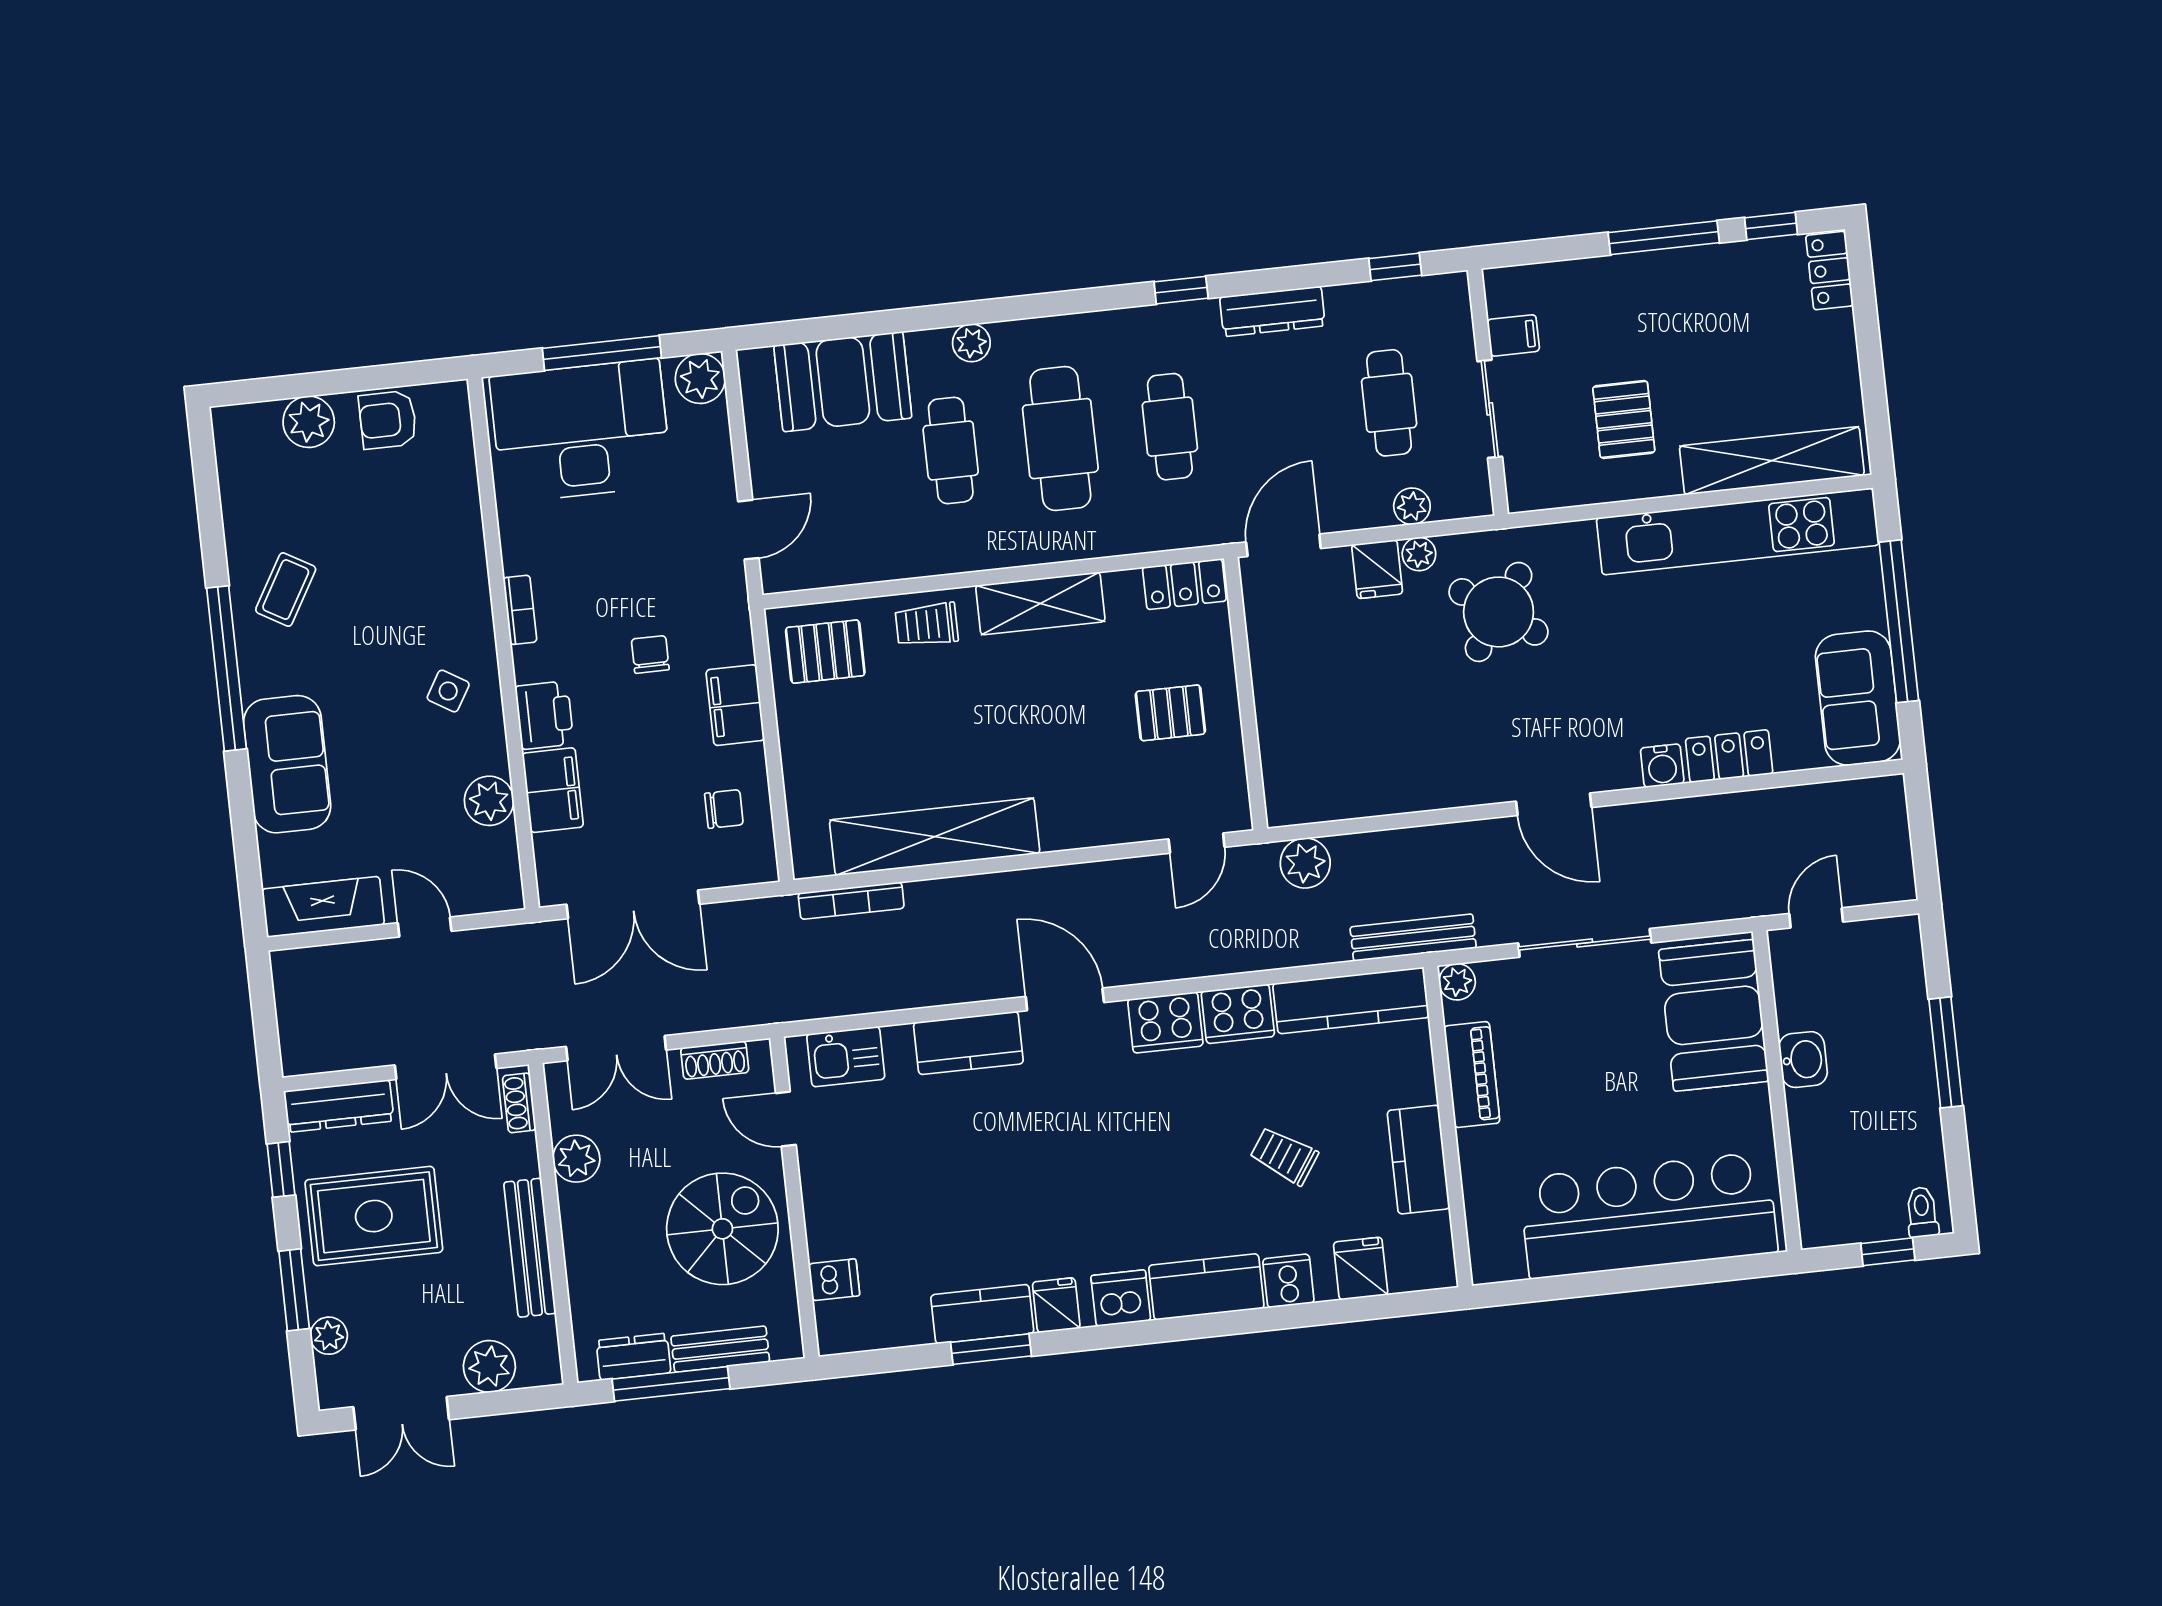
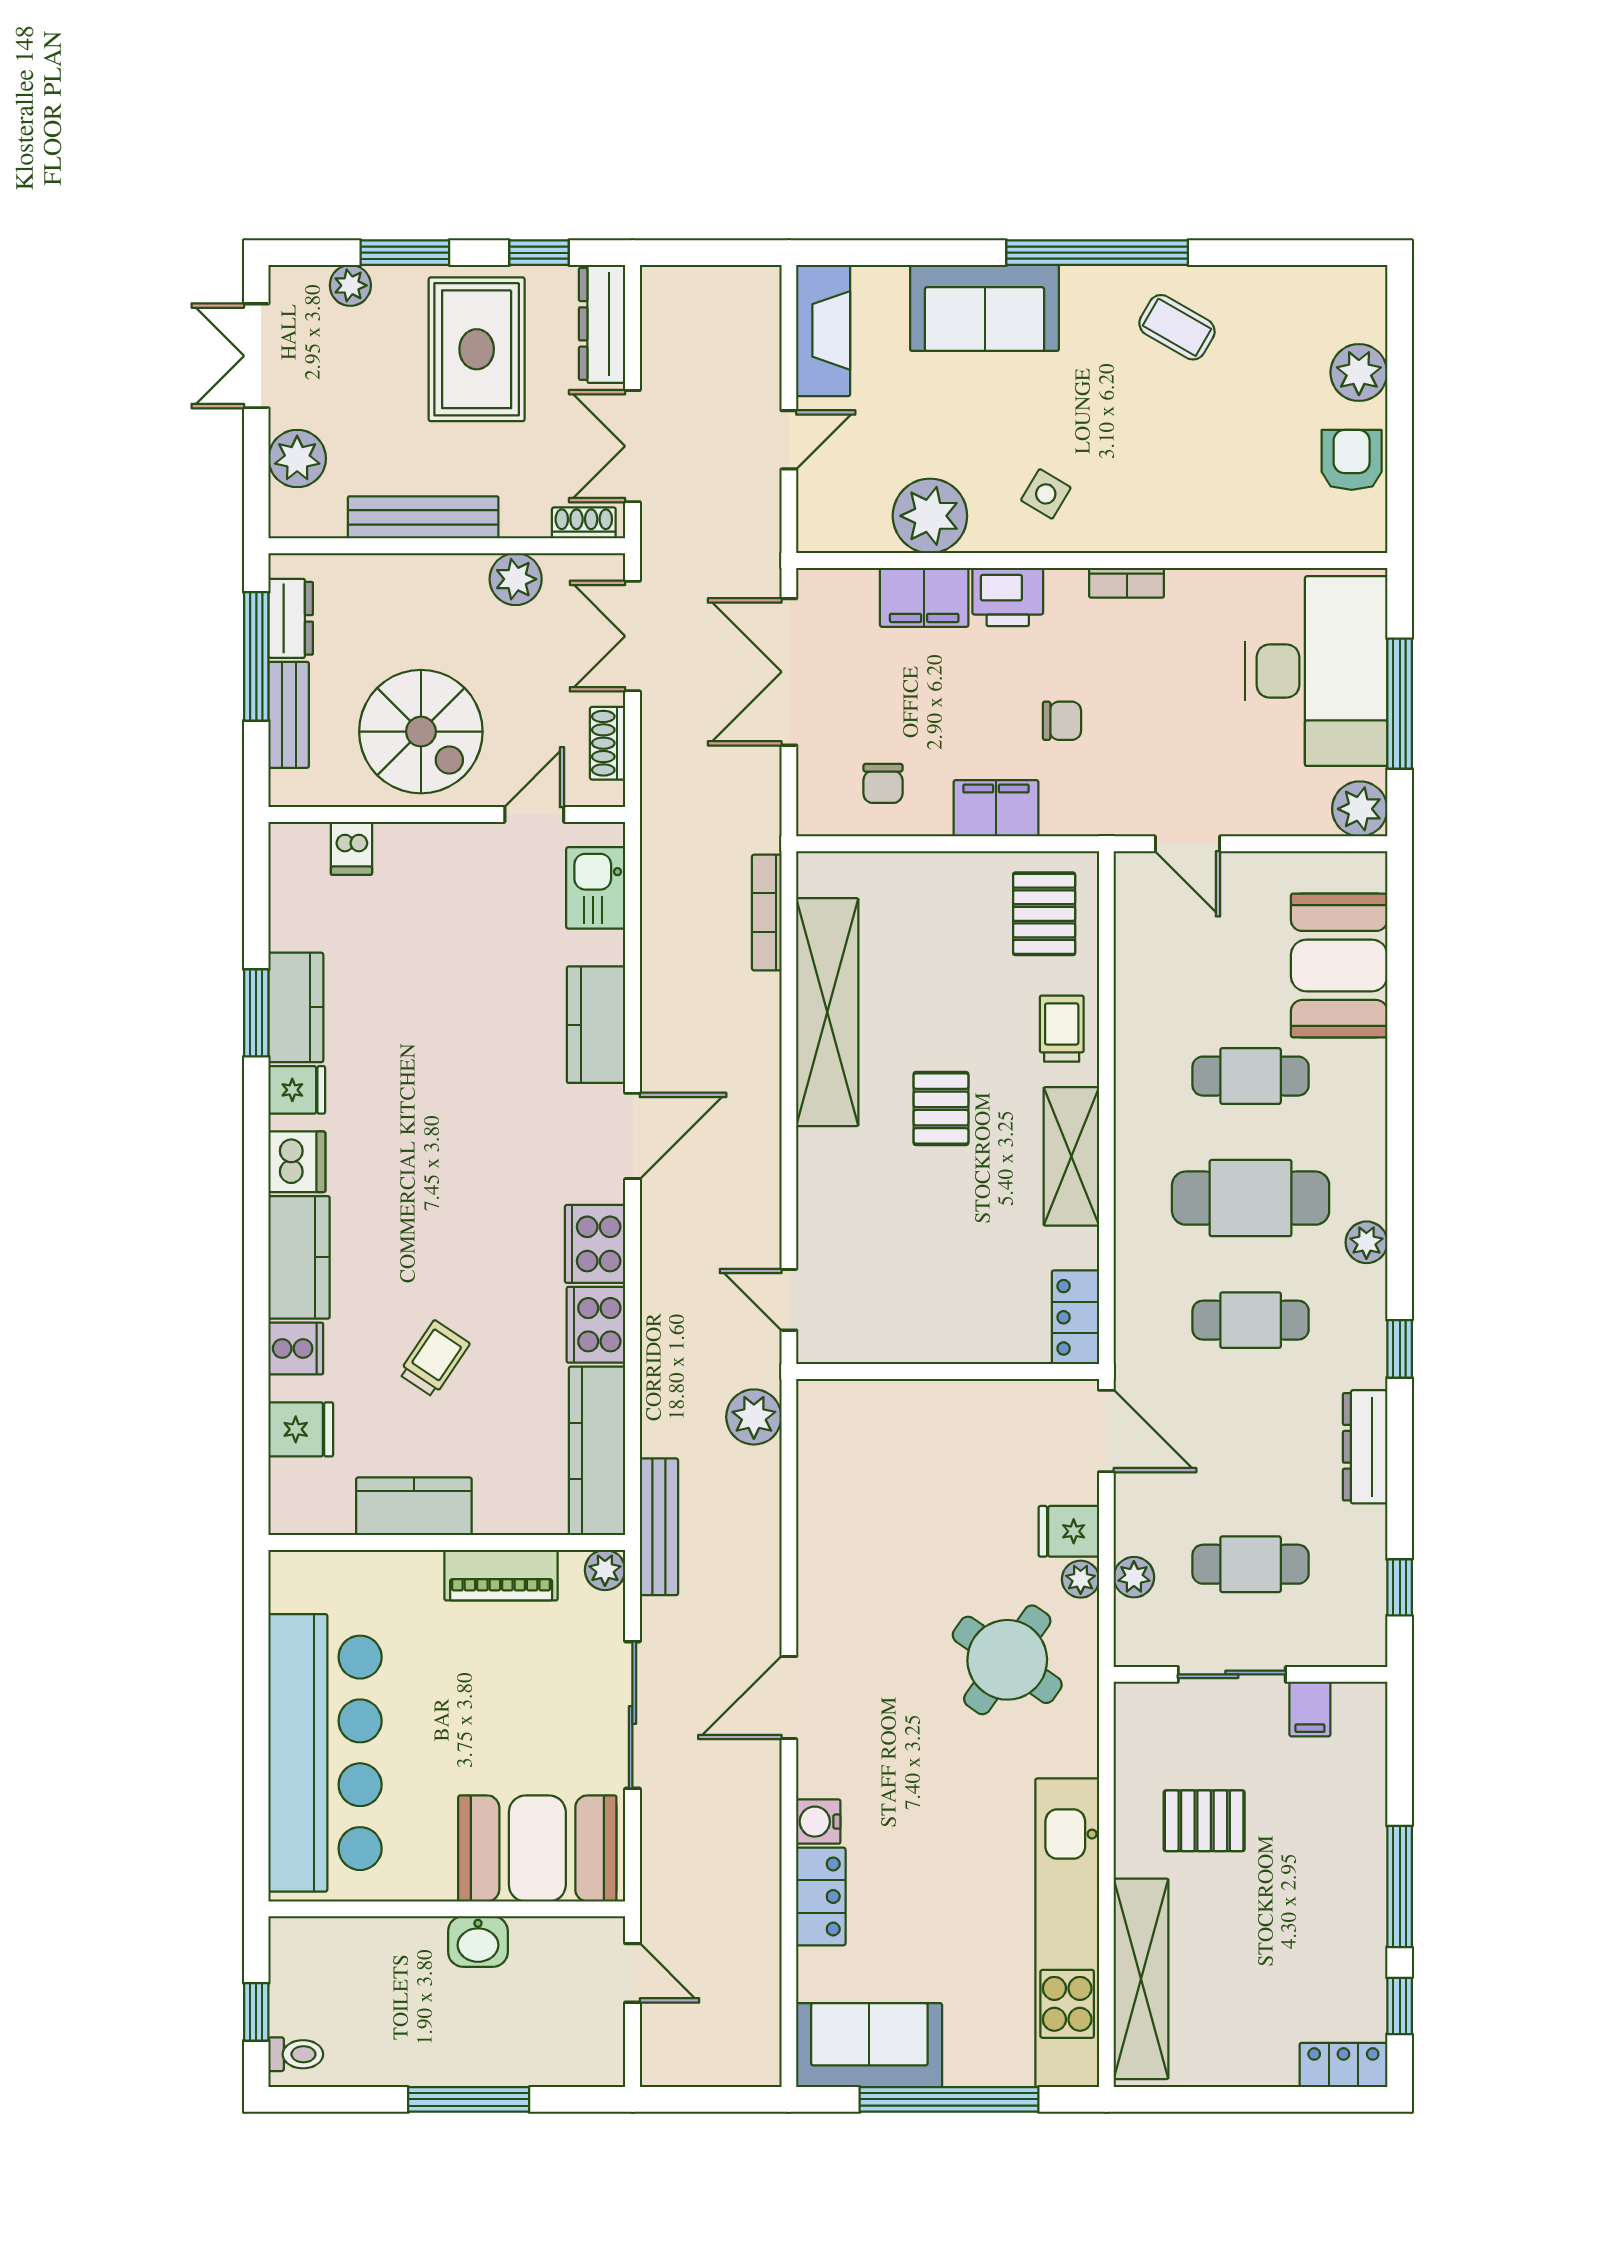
plant: (971, 343) -> (1366, 1242), moved
pallet: (1170, 713) -> (941, 1109), moved
plant: (489, 801) -> (930, 516), width x1.36, depth x1.36

